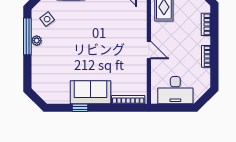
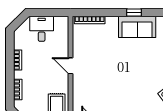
desk: (175, 90) -> (42, 29), width x0.73
sofa: (90, 92) -> (137, 27), moved

